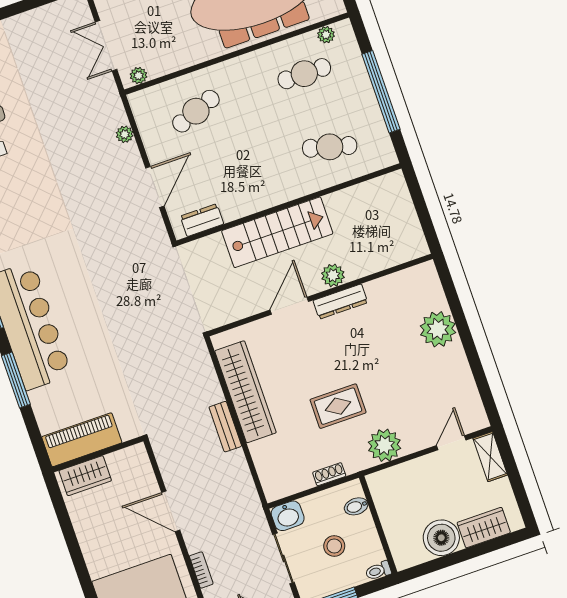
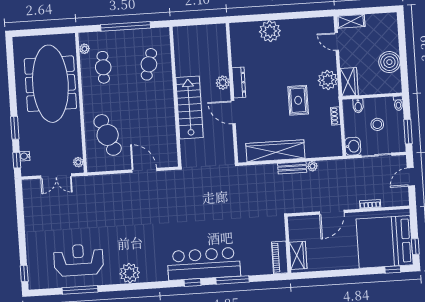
cafe table: (196, 111) -> (108, 135), width x1.37, depth x1.35
plant: (125, 134) -> (312, 166), moved
dresser: (202, 220) -> (171, 149), removed
piano: (82, 440) -> (280, 257), width x0.73, depth x0.75
wardrobe: (484, 528) -> (349, 82), moved, turned 180

